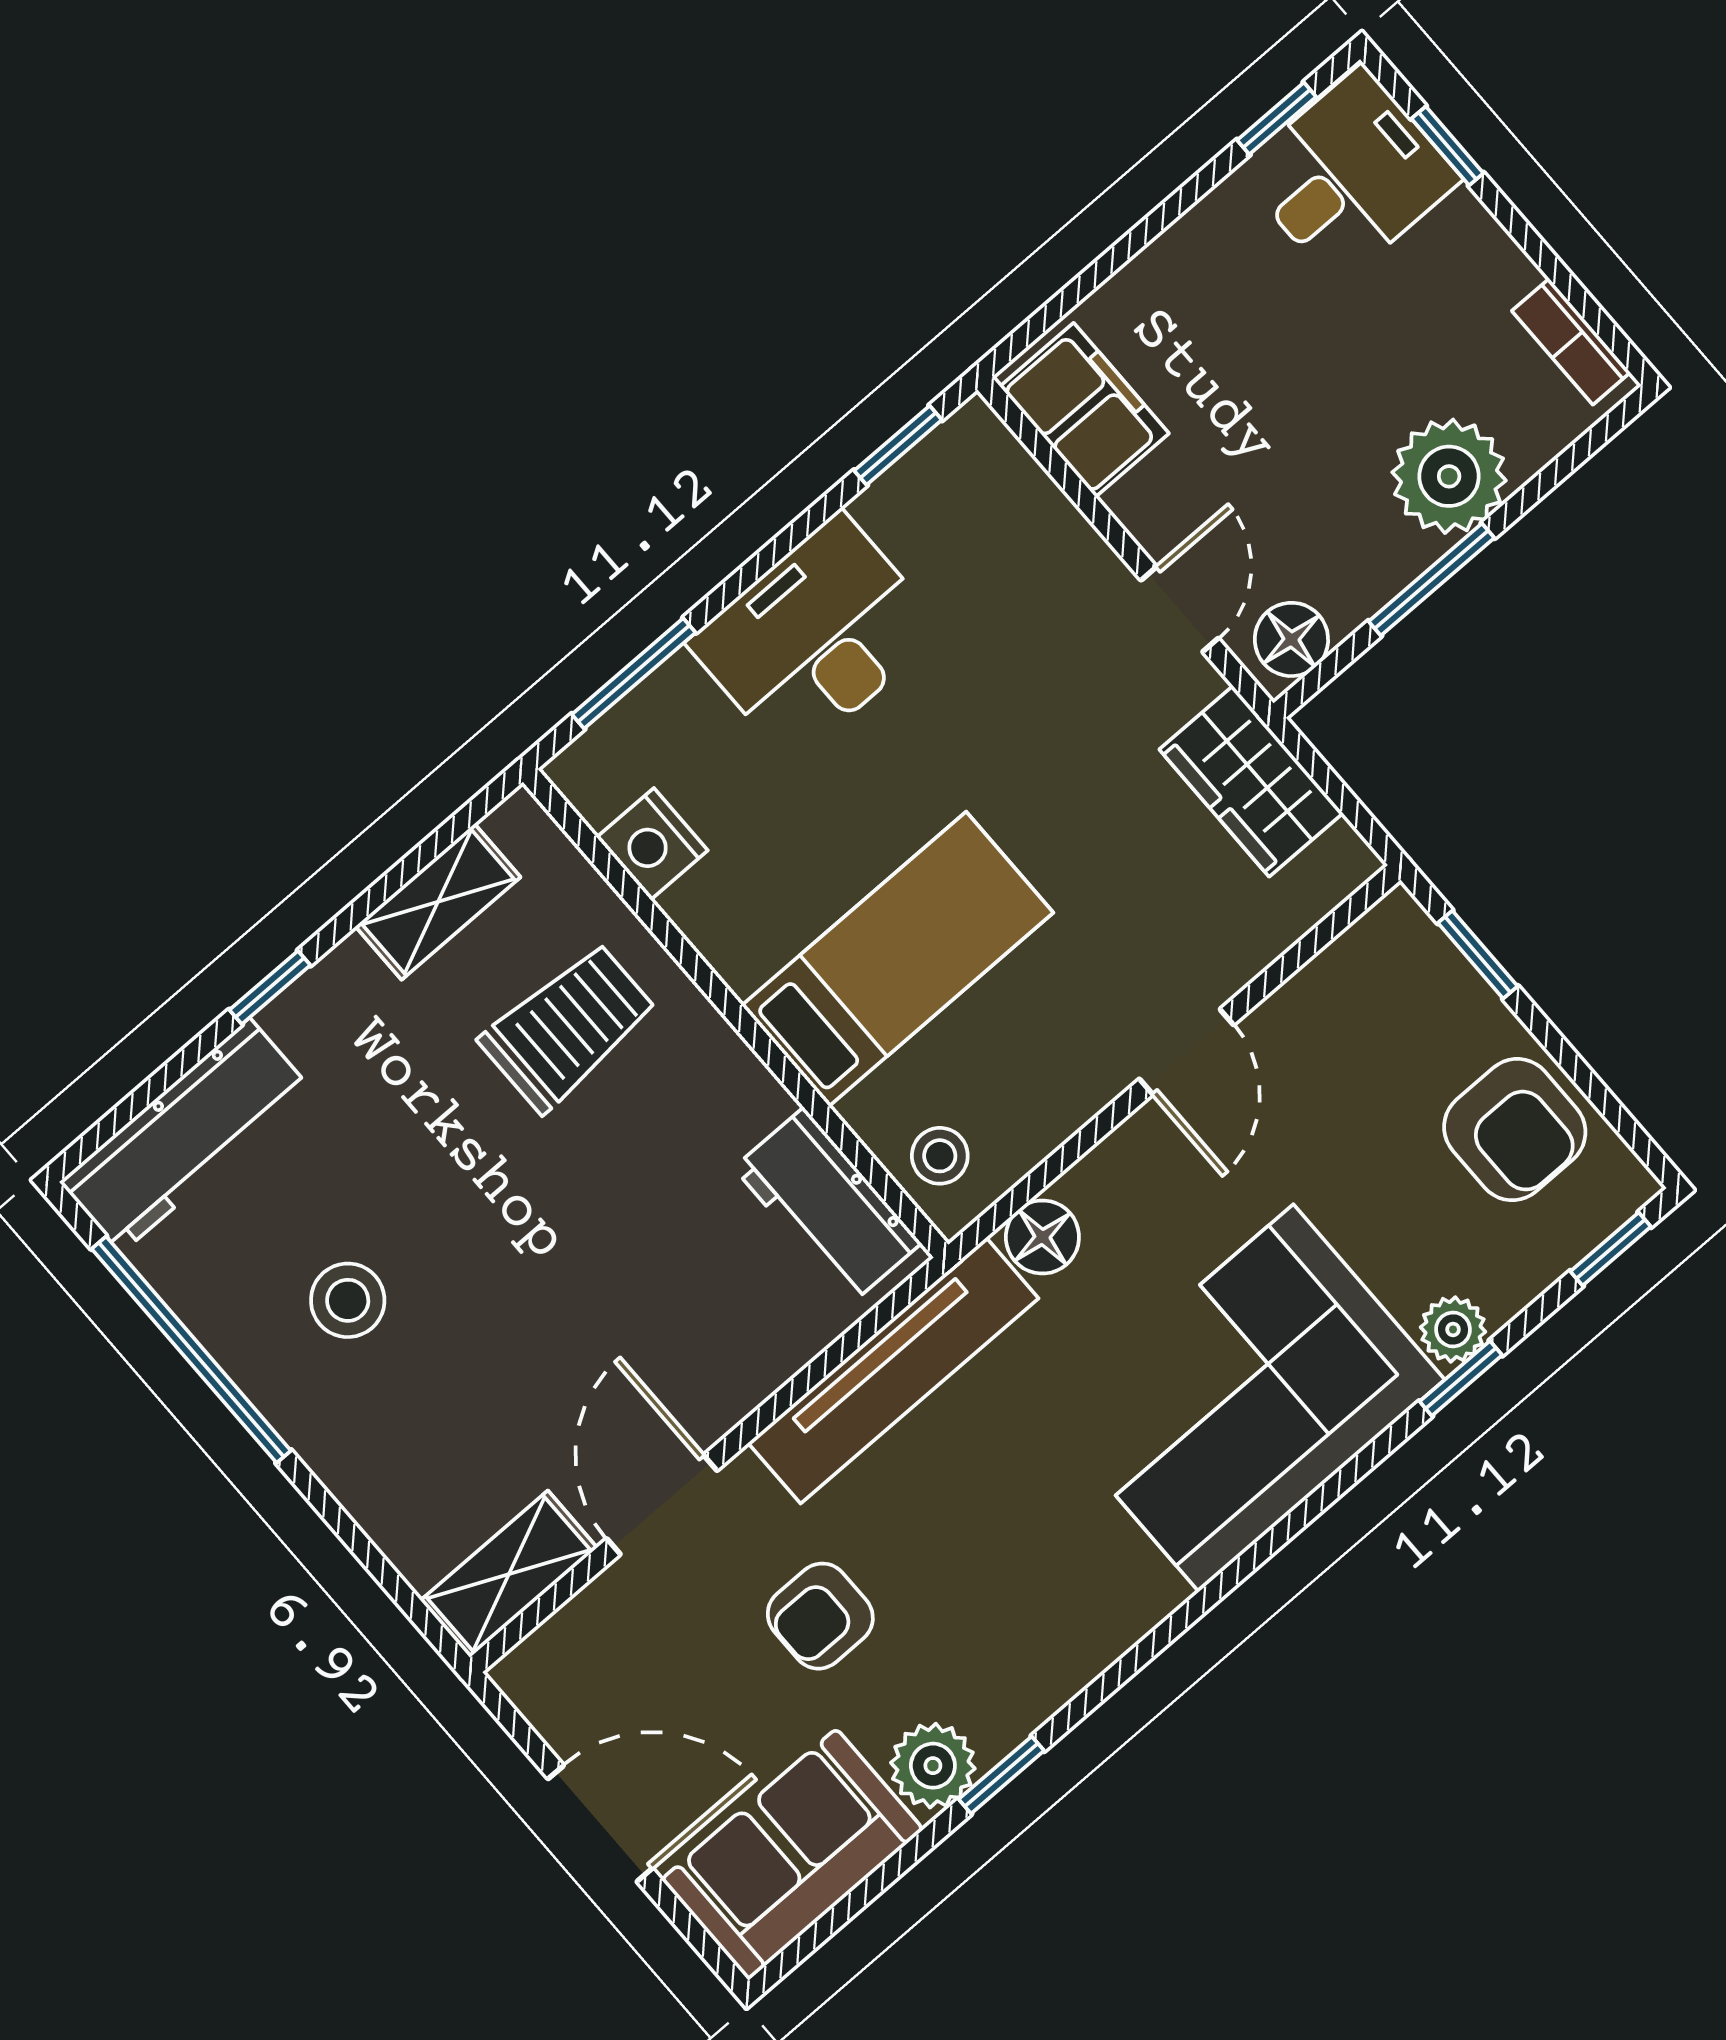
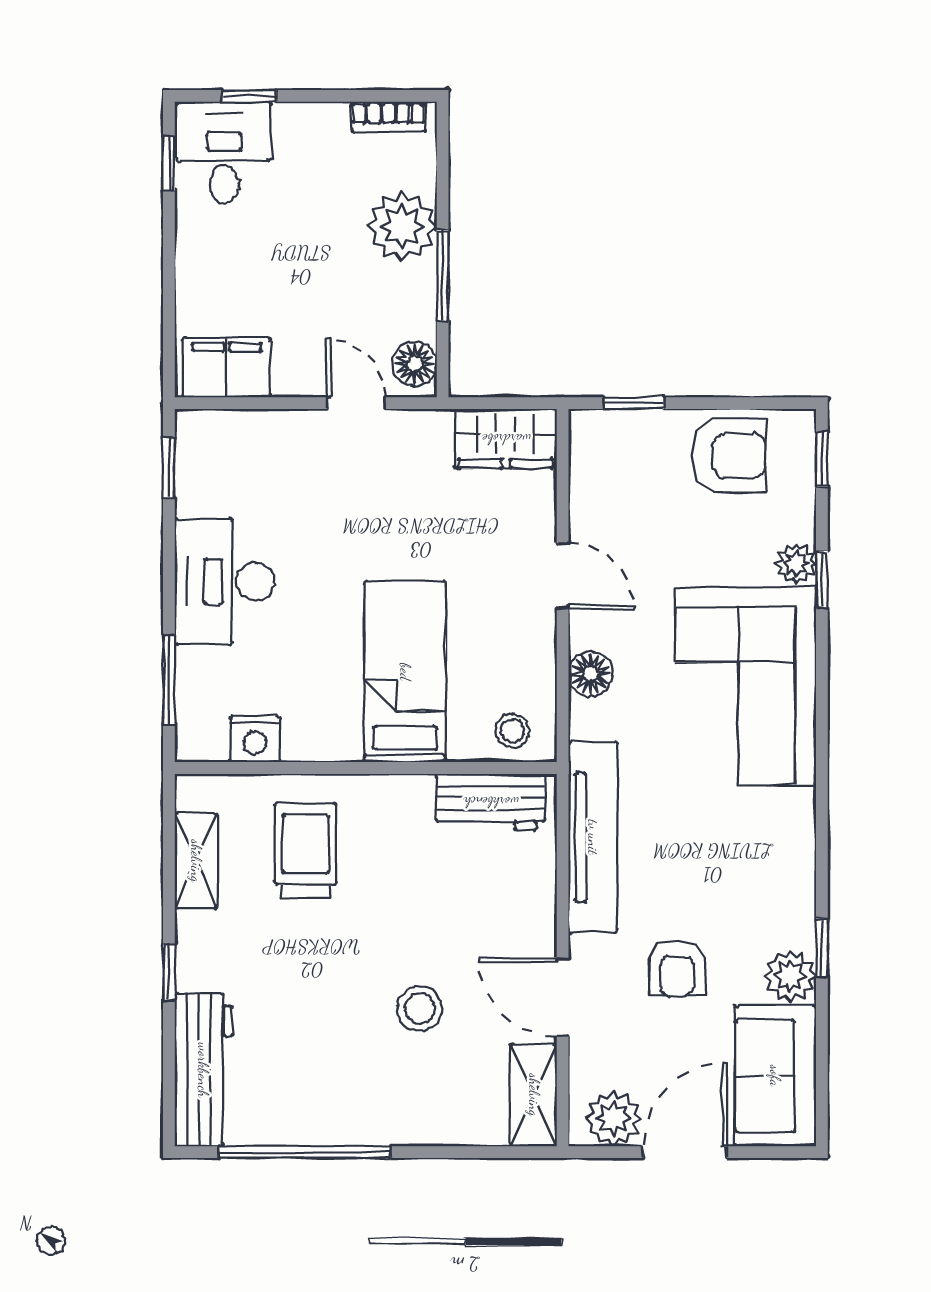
wardrobe: (1251, 781) -> (506, 439), moved
floor lamp: (1042, 1237) -> (591, 674), moved
stool: (348, 1300) -> (420, 1009), moved
plant: (565, 1698) -> (613, 1118), added

